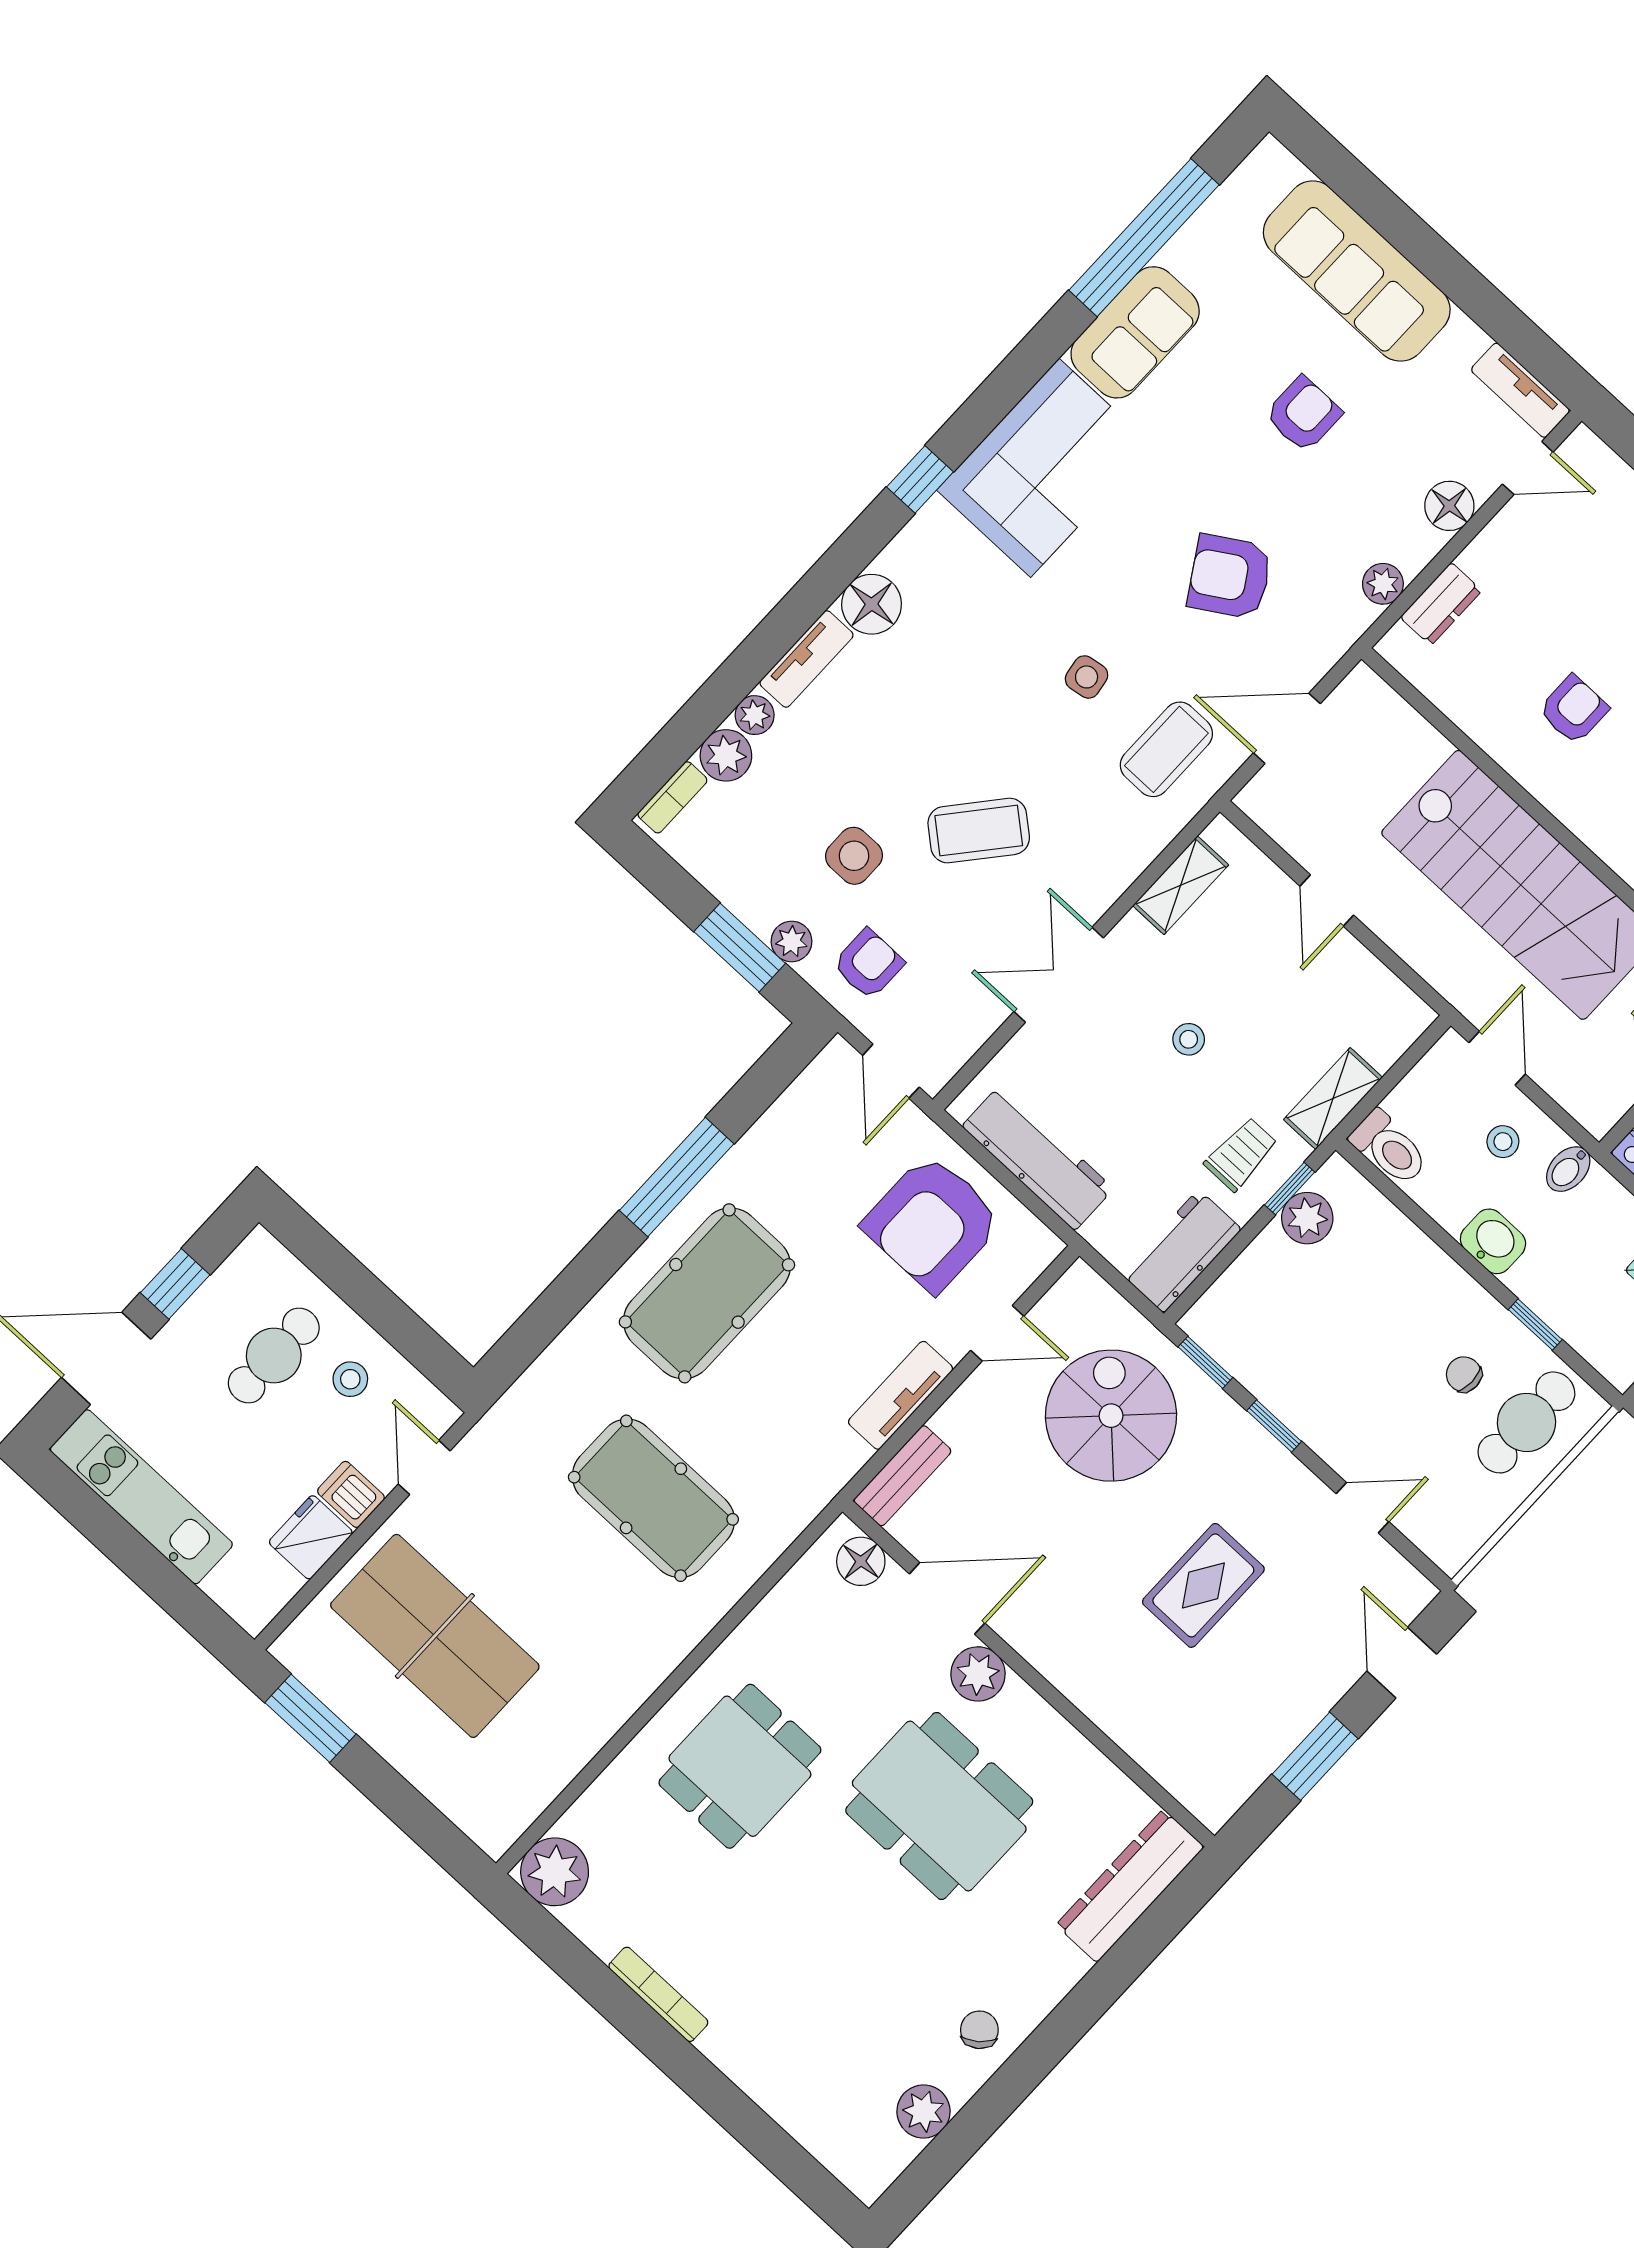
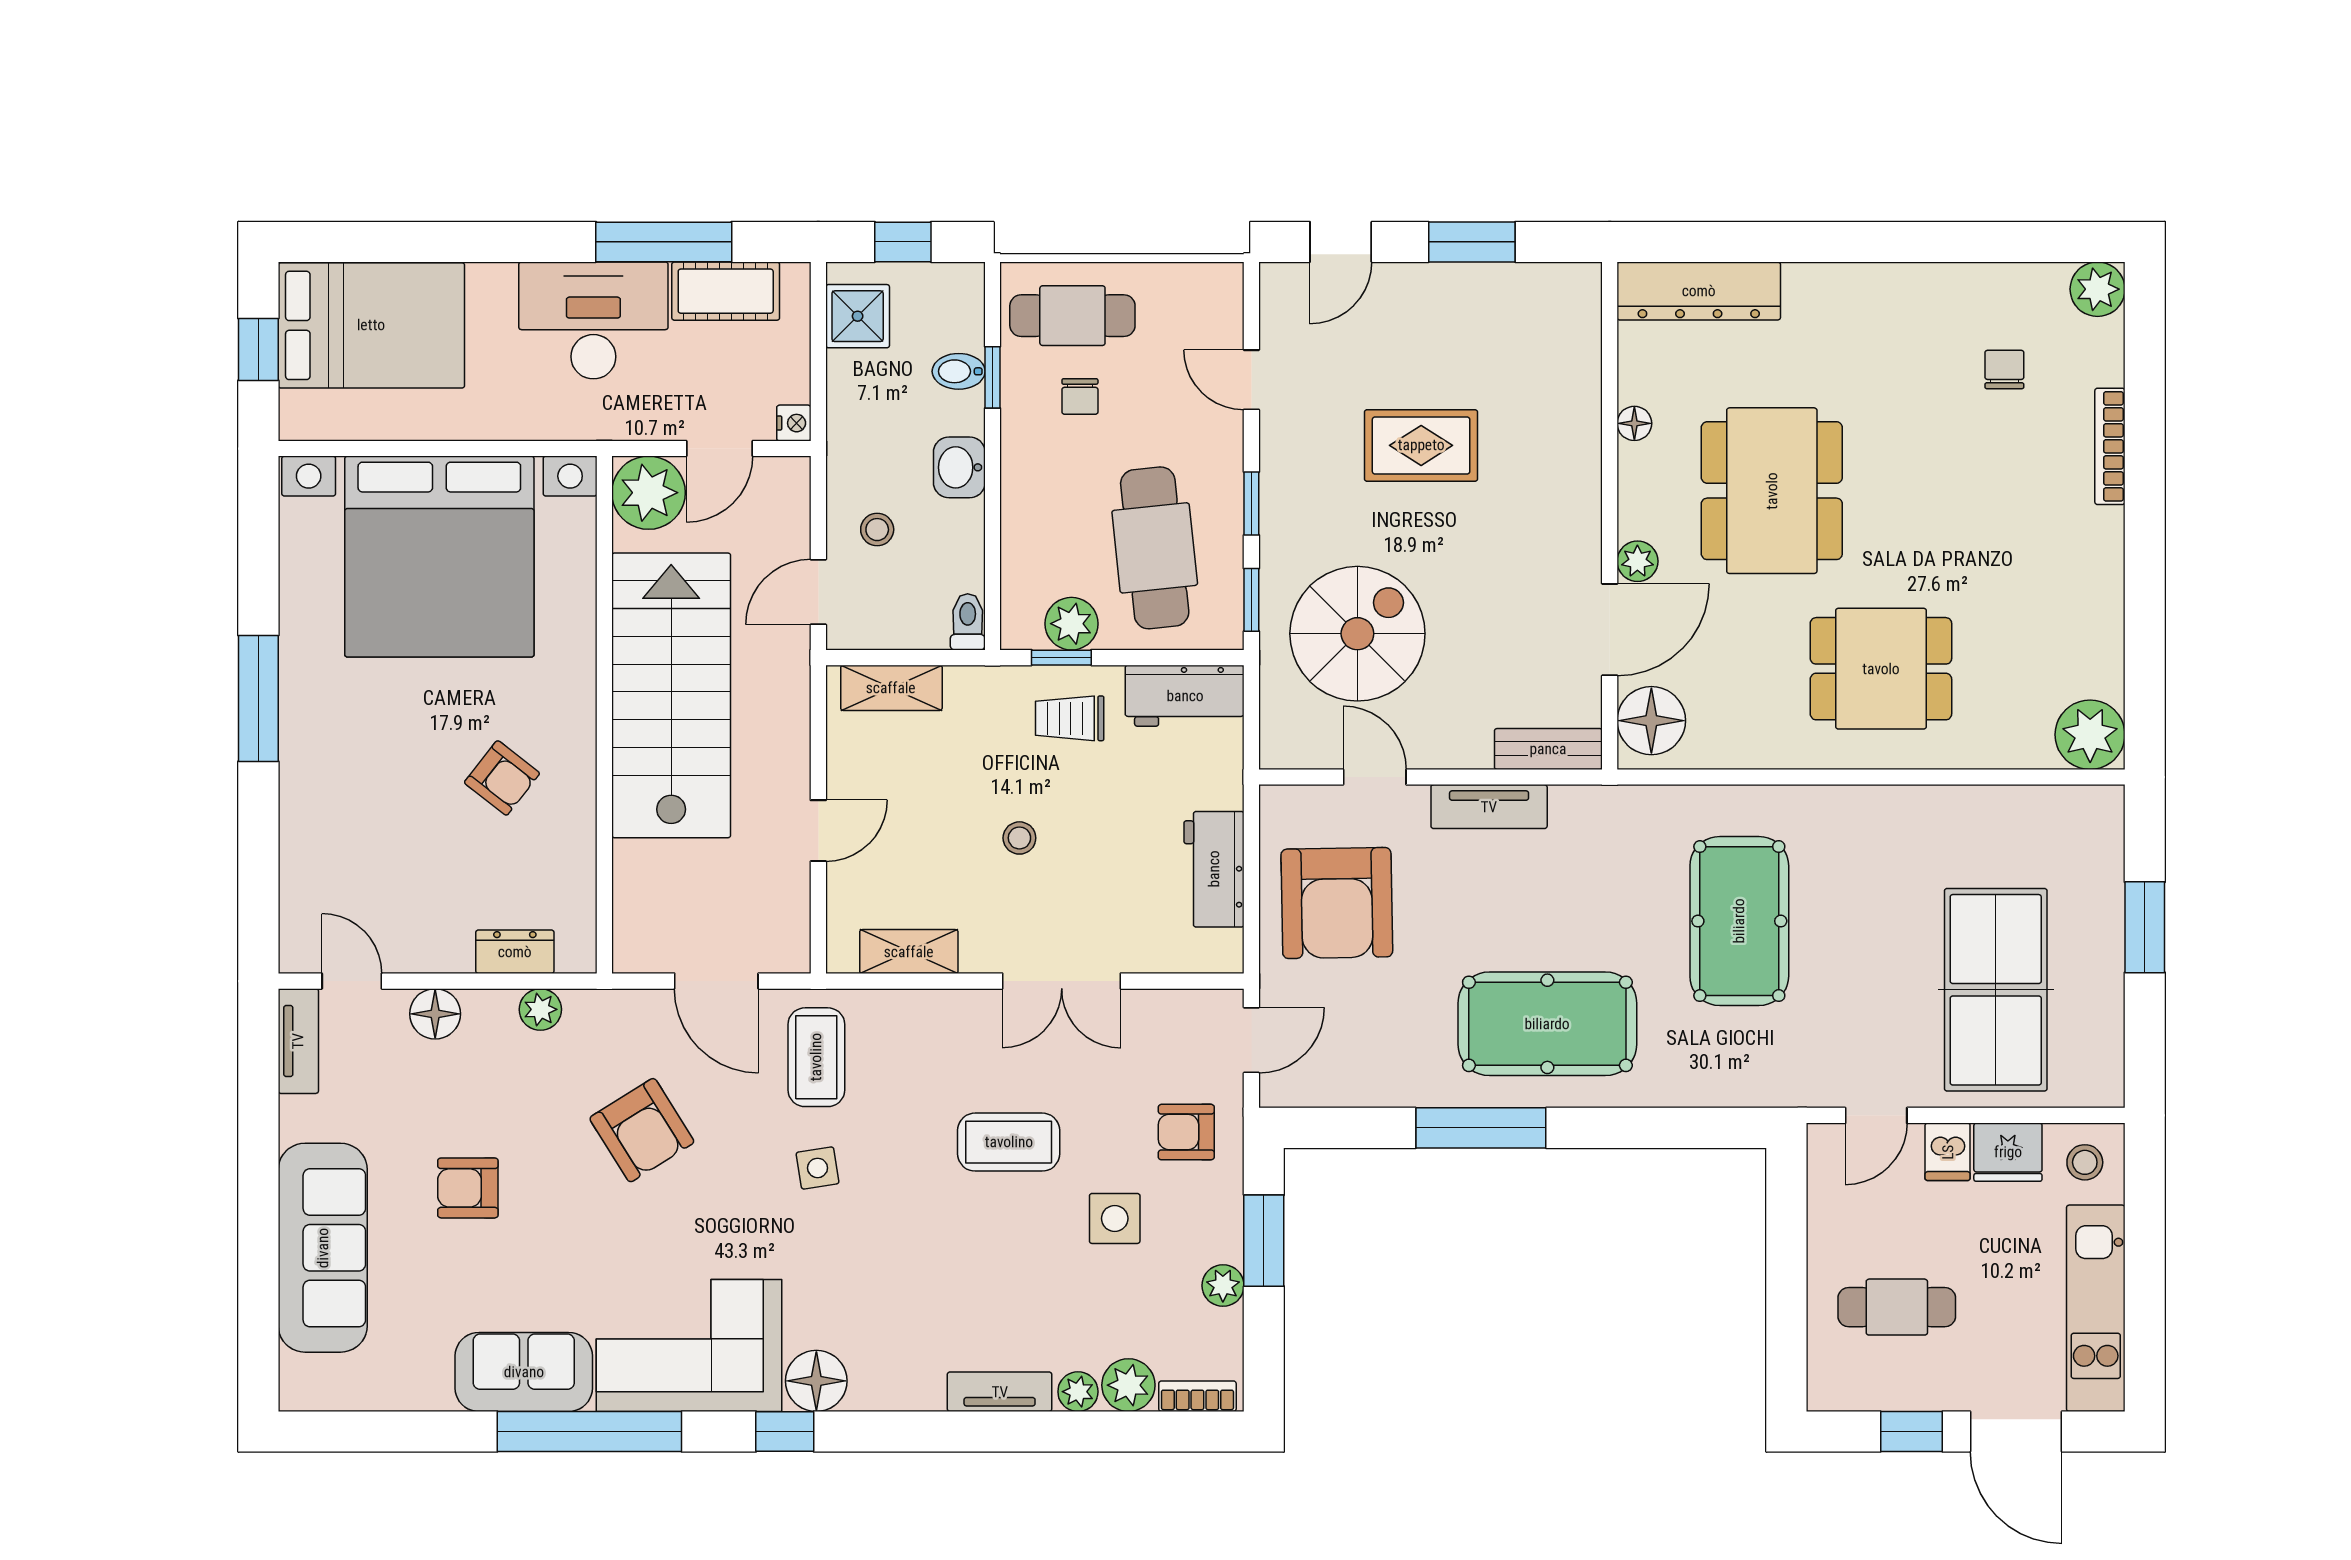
window: (1144, 238) -> (589, 1432), moved
floor lamp: (872, 604) -> (816, 1381), moved
armchair: (1574, 710) -> (502, 778), turned -142
coffee table: (1166, 749) -> (816, 1057), turned 90
coffee table: (979, 831) -> (1009, 1142), turned -40
plant: (792, 942) -> (1223, 1286), moved
shelving: (1333, 1098) -> (891, 688), moved
toilet: (1389, 1148) -> (968, 622), width x0.73, depth x0.72
workbench: (1038, 1157) -> (1214, 869), width x0.73
bidet: (1568, 1169) -> (959, 371), moved, turned 180
armchair: (932, 1223) -> (1337, 903), turned 89
cafe table: (1306, 1328) -> (1155, 548), added
stool: (350, 1379) -> (2085, 1162), moved
spiral stairs: (1111, 1416) -> (1357, 634), turned 180
floor lamp: (861, 1561) -> (1651, 721), width x1.38, depth x1.38
door: (947, 1598) -> (1610, 630), swing flipped
plant: (978, 1674) -> (1637, 561), width x0.73, depth x0.73
window: (310, 1718) -> (2145, 927), moved
floor lamp: (1078, 1752) -> (1634, 423), added
bookcase: (658, 1994) -> (2110, 446), moved
chair: (979, 2030) -> (2004, 370), moved, turned 129
plant: (923, 2111) -> (2098, 289), moved

